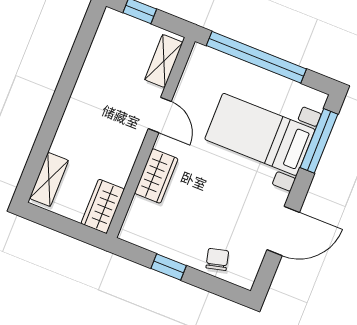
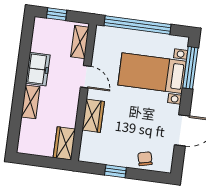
freezer: (91, 86) -> (38, 69), added
shelving: (49, 179) -> (30, 102), moved

